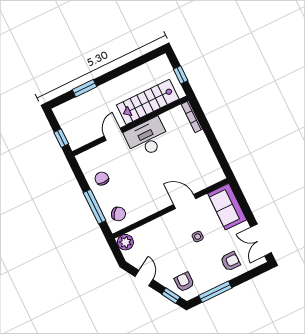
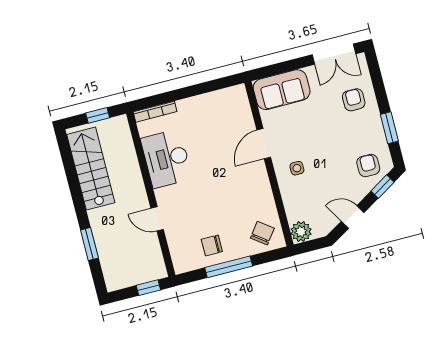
stairs: (148, 102) -> (91, 169), moved, turned 180
desk: (147, 138) -> (166, 159), moved
window: (95, 207) -> (229, 267), moved
side table: (198, 237) -> (297, 168), moved
armchair: (184, 282) -> (368, 166), turned 90
window: (215, 292) -> (389, 128), width x0.69

